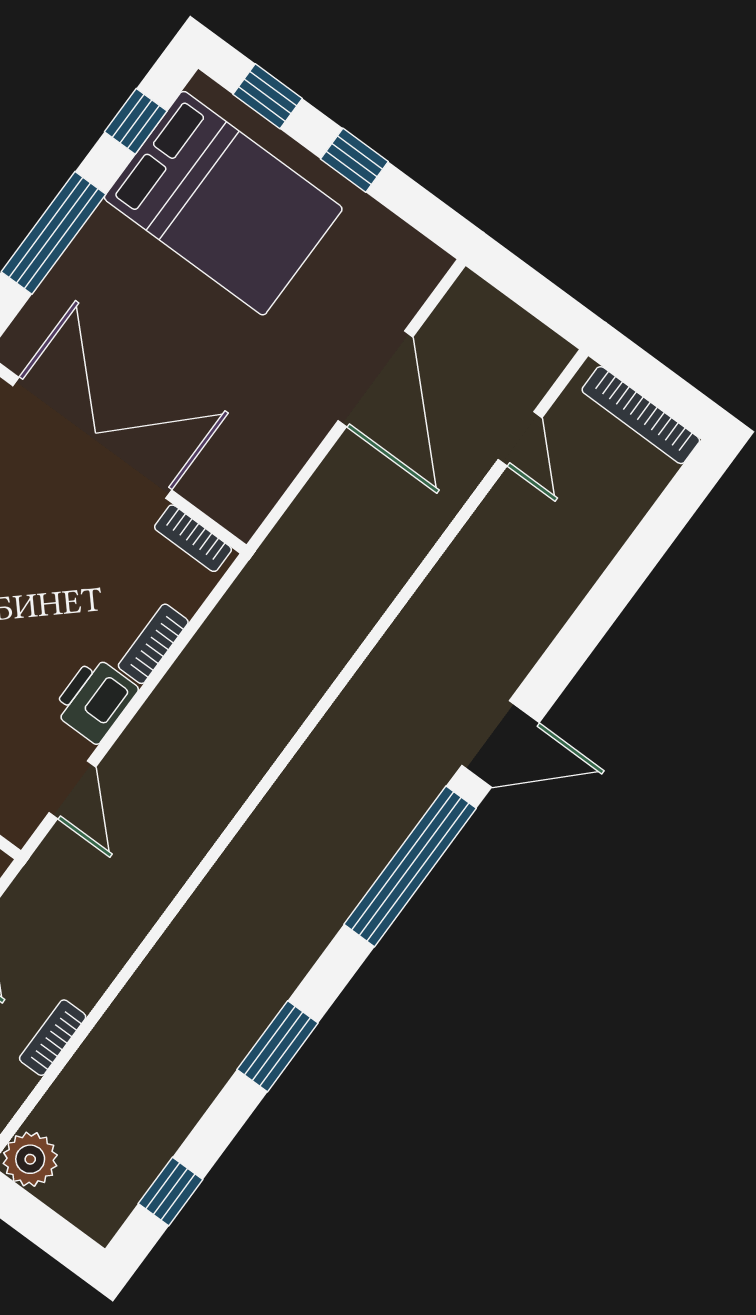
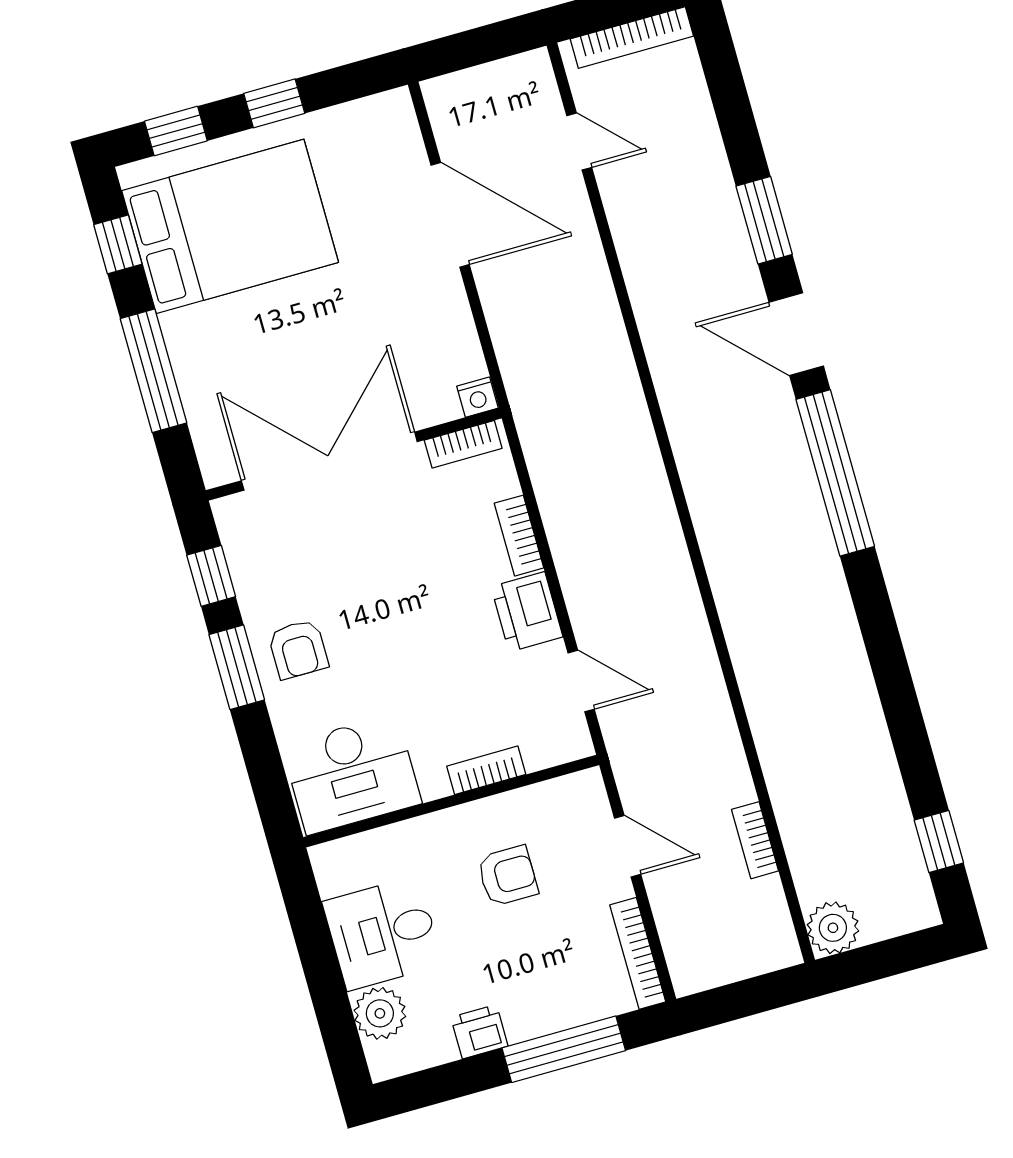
nightstand: (242, 520) -> (477, 397), added
door: (500, 744) -> (796, 334), swing flipped
window: (278, 1046) -> (764, 220), moved

